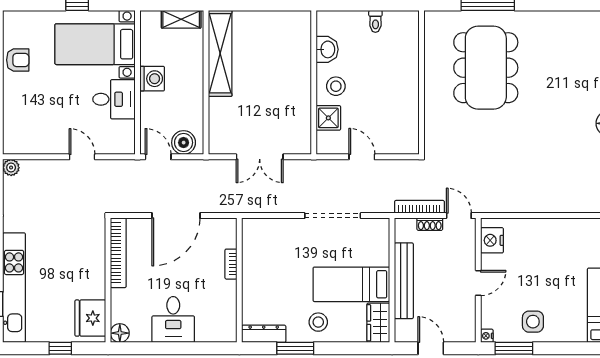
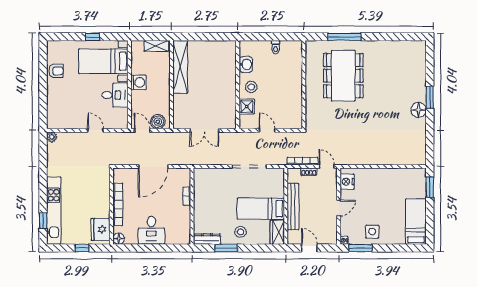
bookcase: (118, 253) -> (118, 204), moved

